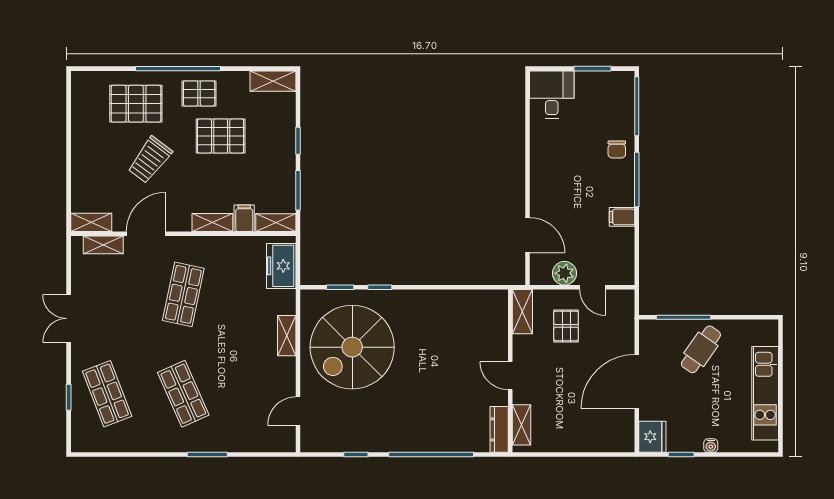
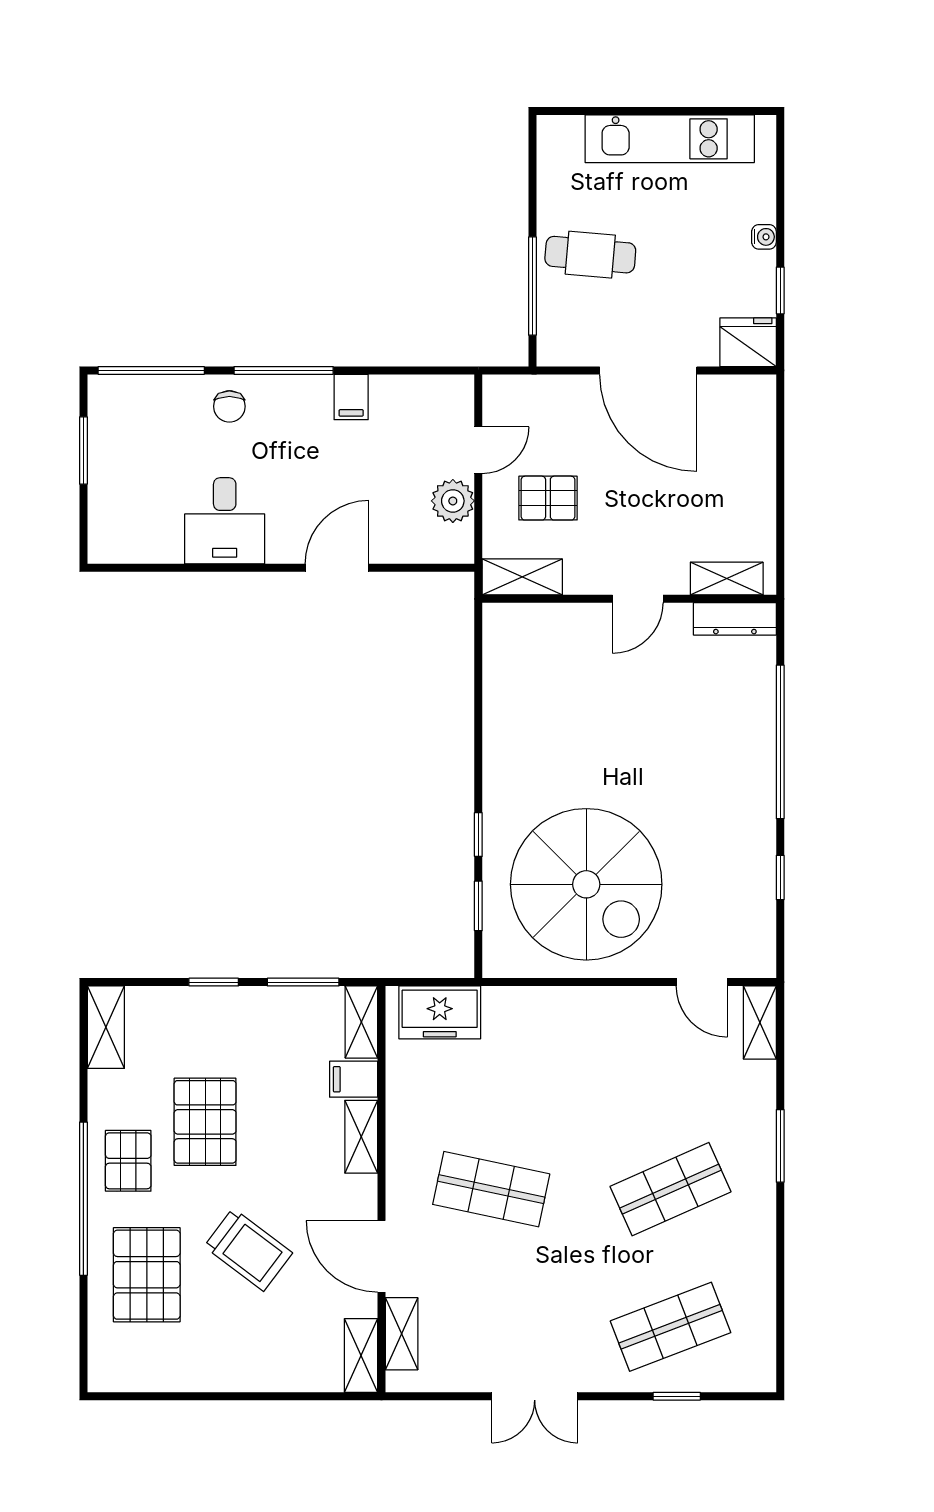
desk: (552, 95) -> (225, 521), moved, turned -90
chair: (617, 149) -> (229, 406), turned 90
door: (527, 235) -> (337, 568), moved
shelving: (287, 336) -> (760, 1023), moved, turned 90
cafe table: (701, 349) -> (590, 255), turned -30

